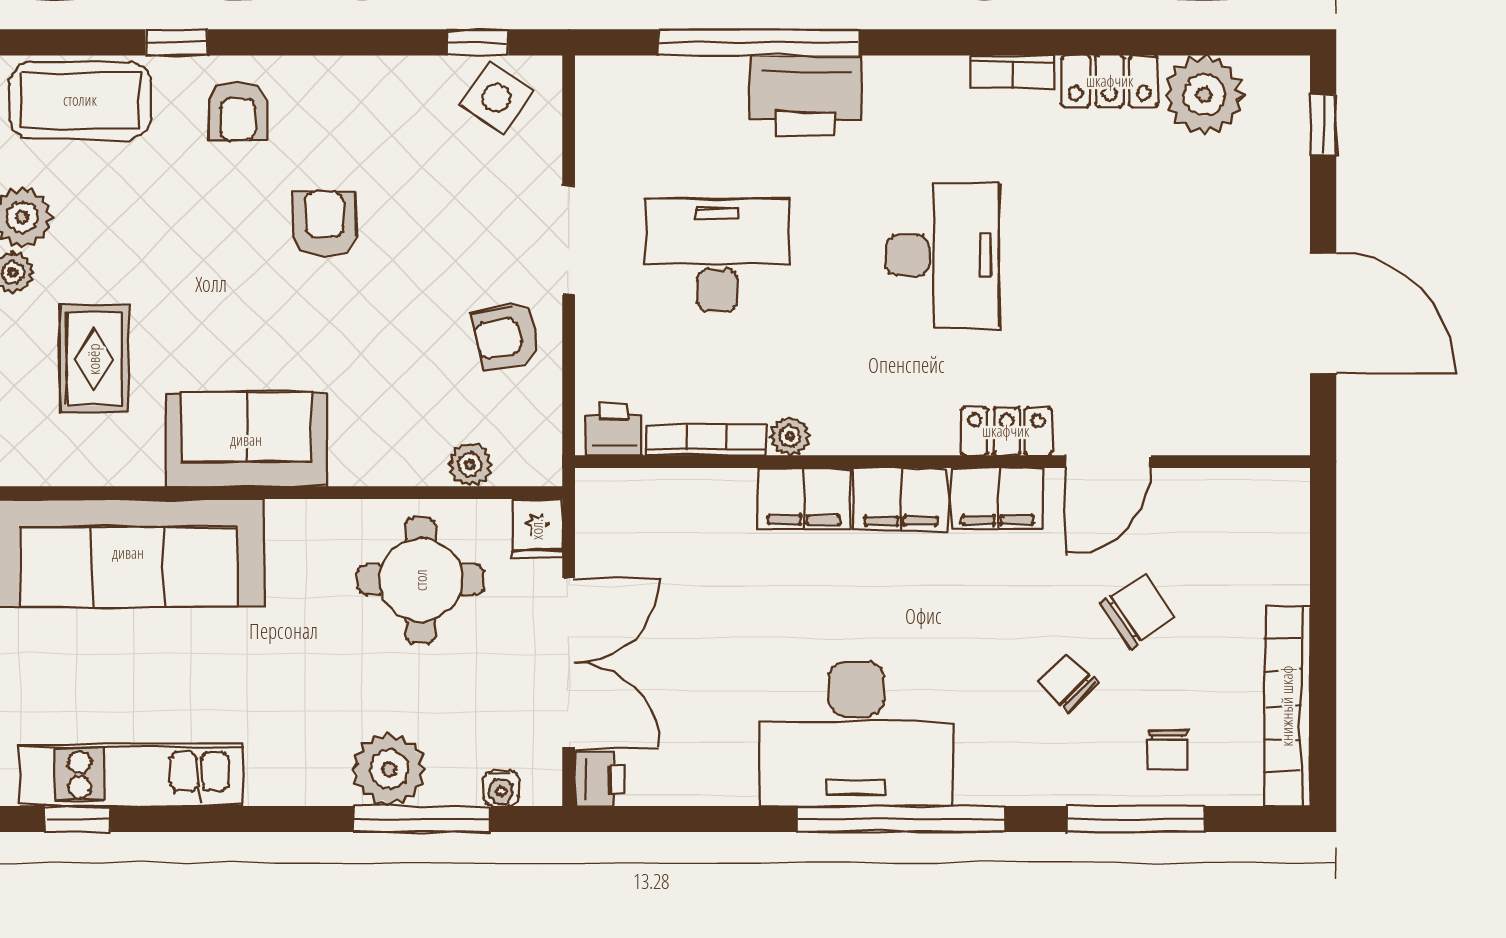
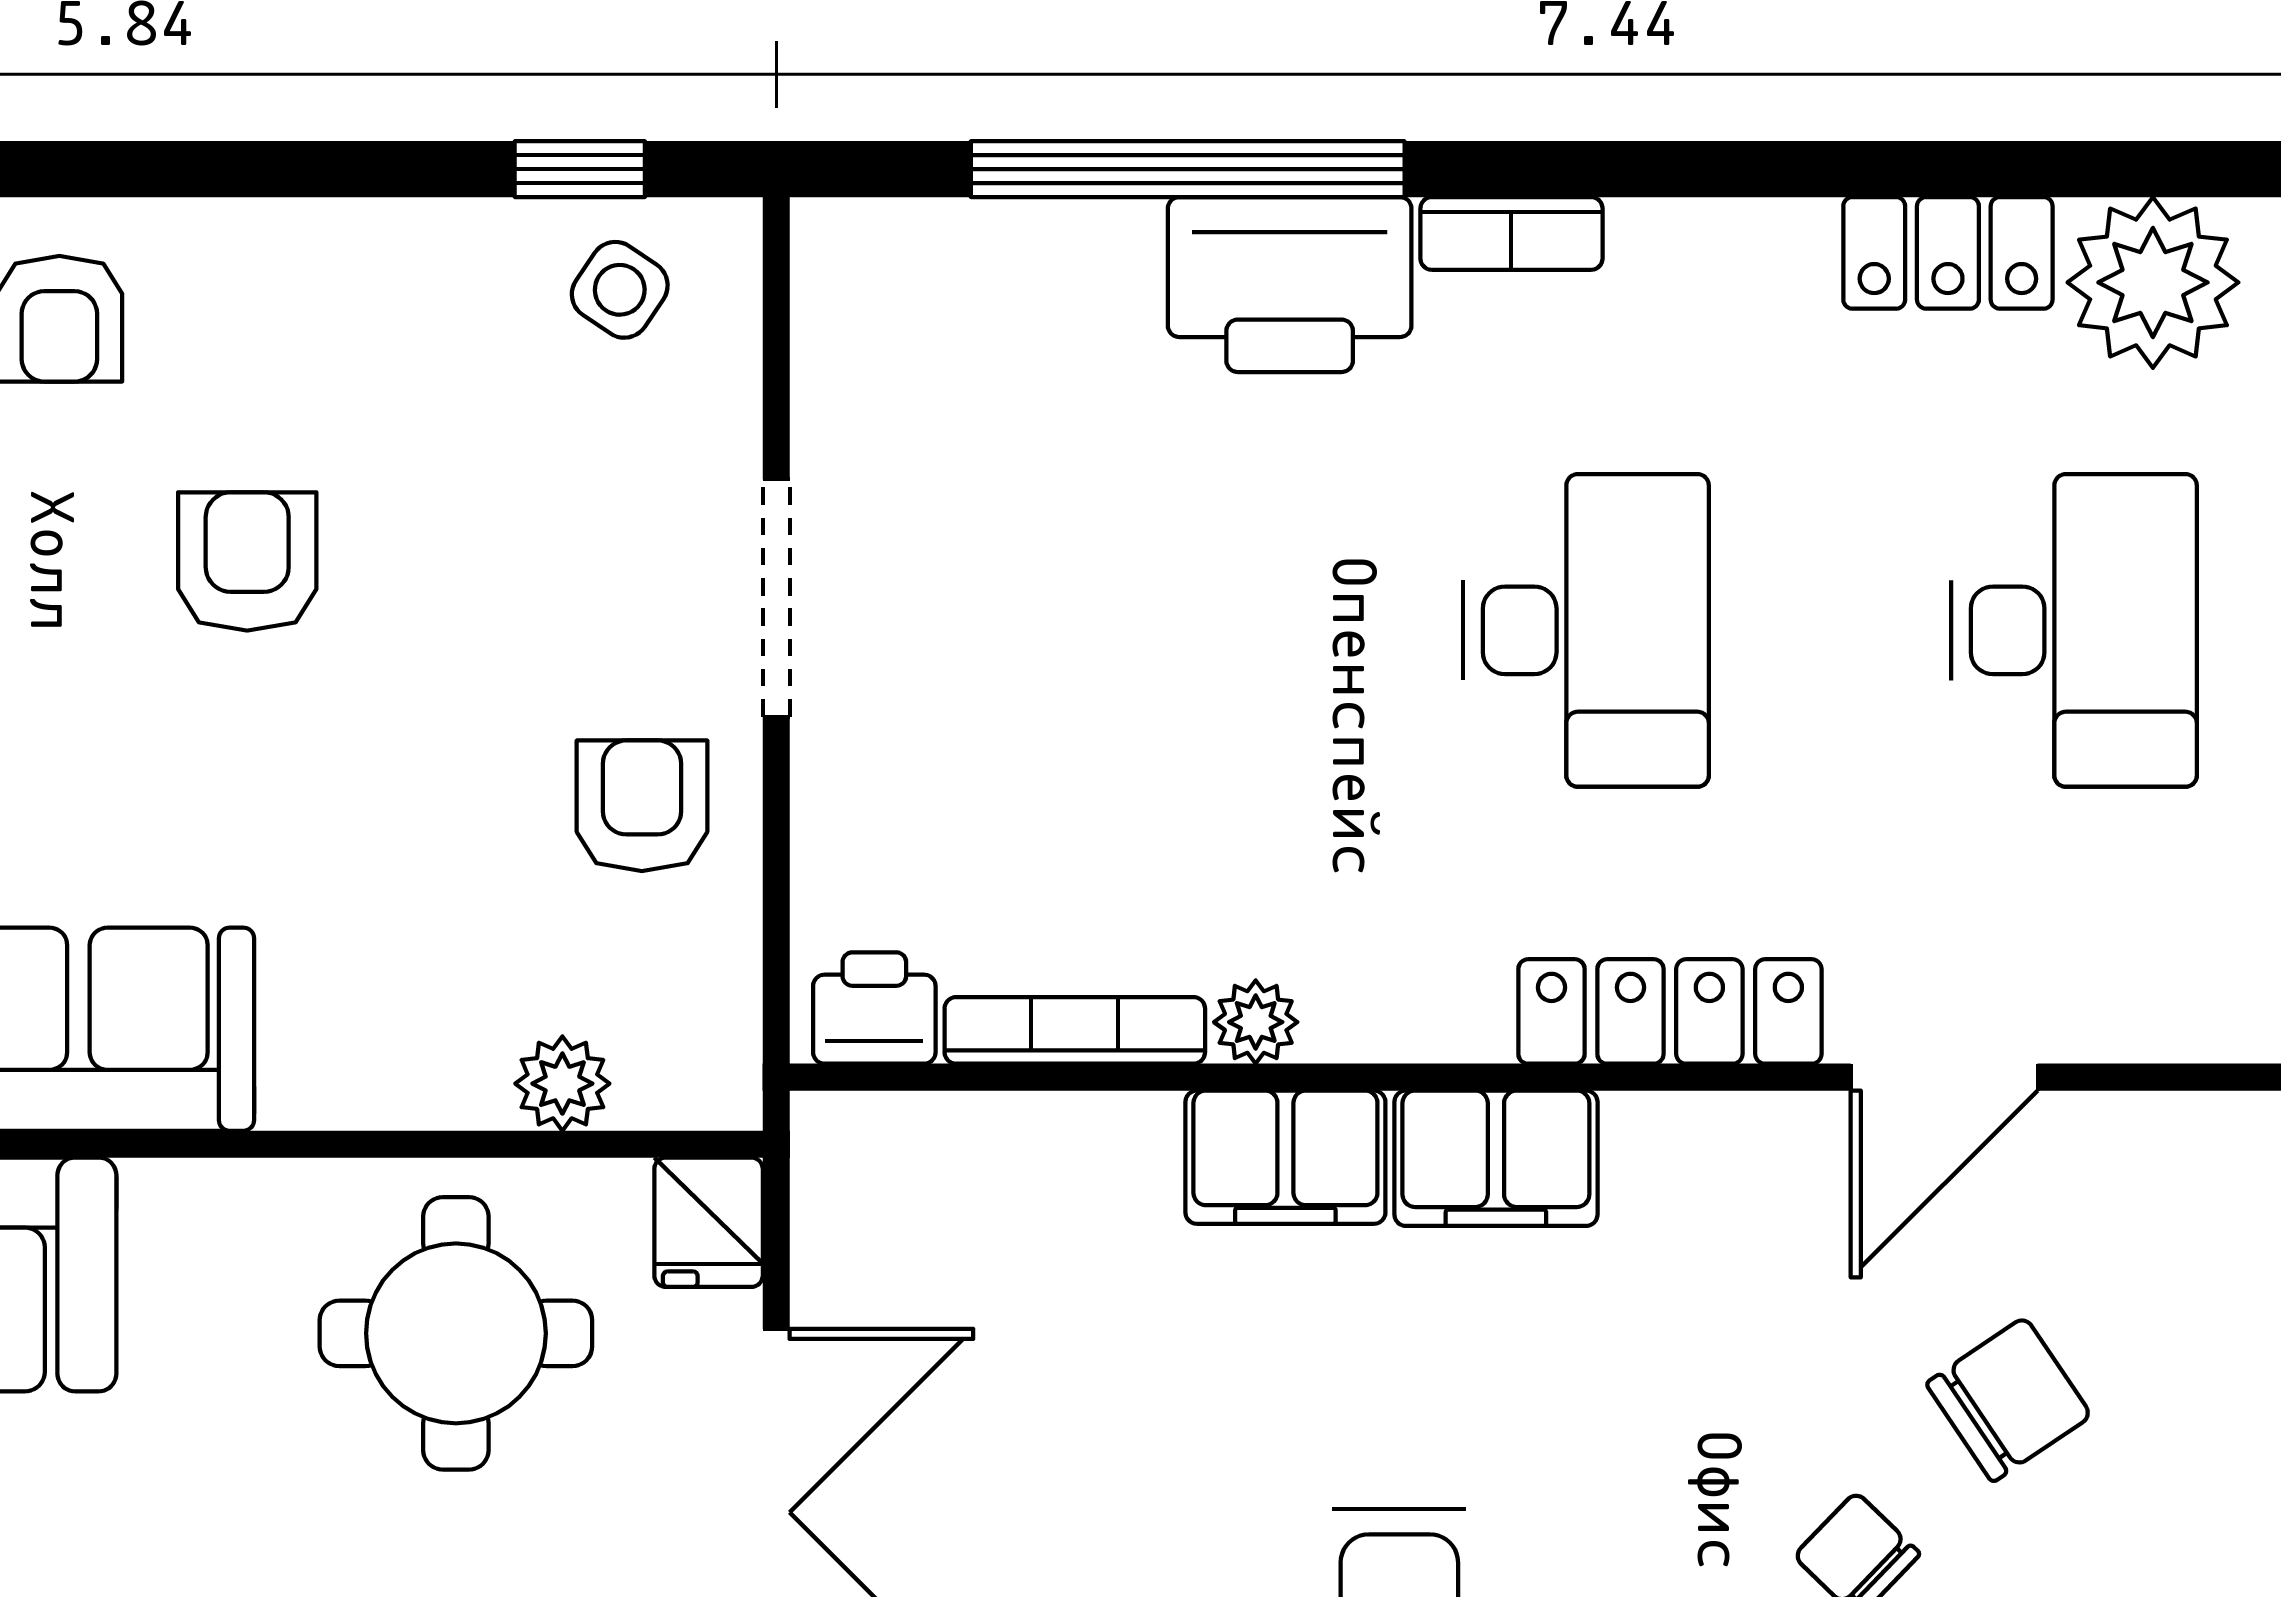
bookcase: (1012, 72) -> (1511, 233), moved
side table: (496, 98) -> (620, 290), width x0.73, depth x0.73
desk: (717, 255) -> (2074, 630), moved, turned 90
armchair: (507, 336) -> (642, 806), turned 102
locker: (1006, 431) -> (1670, 1011), width x1.53
filing cabinet: (998, 498) -> (1706, 1157), removed

